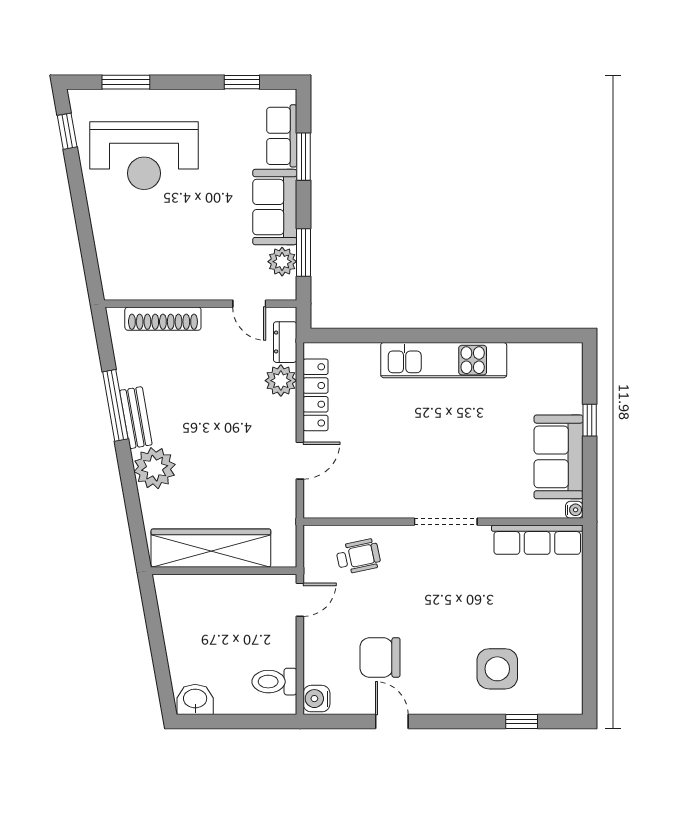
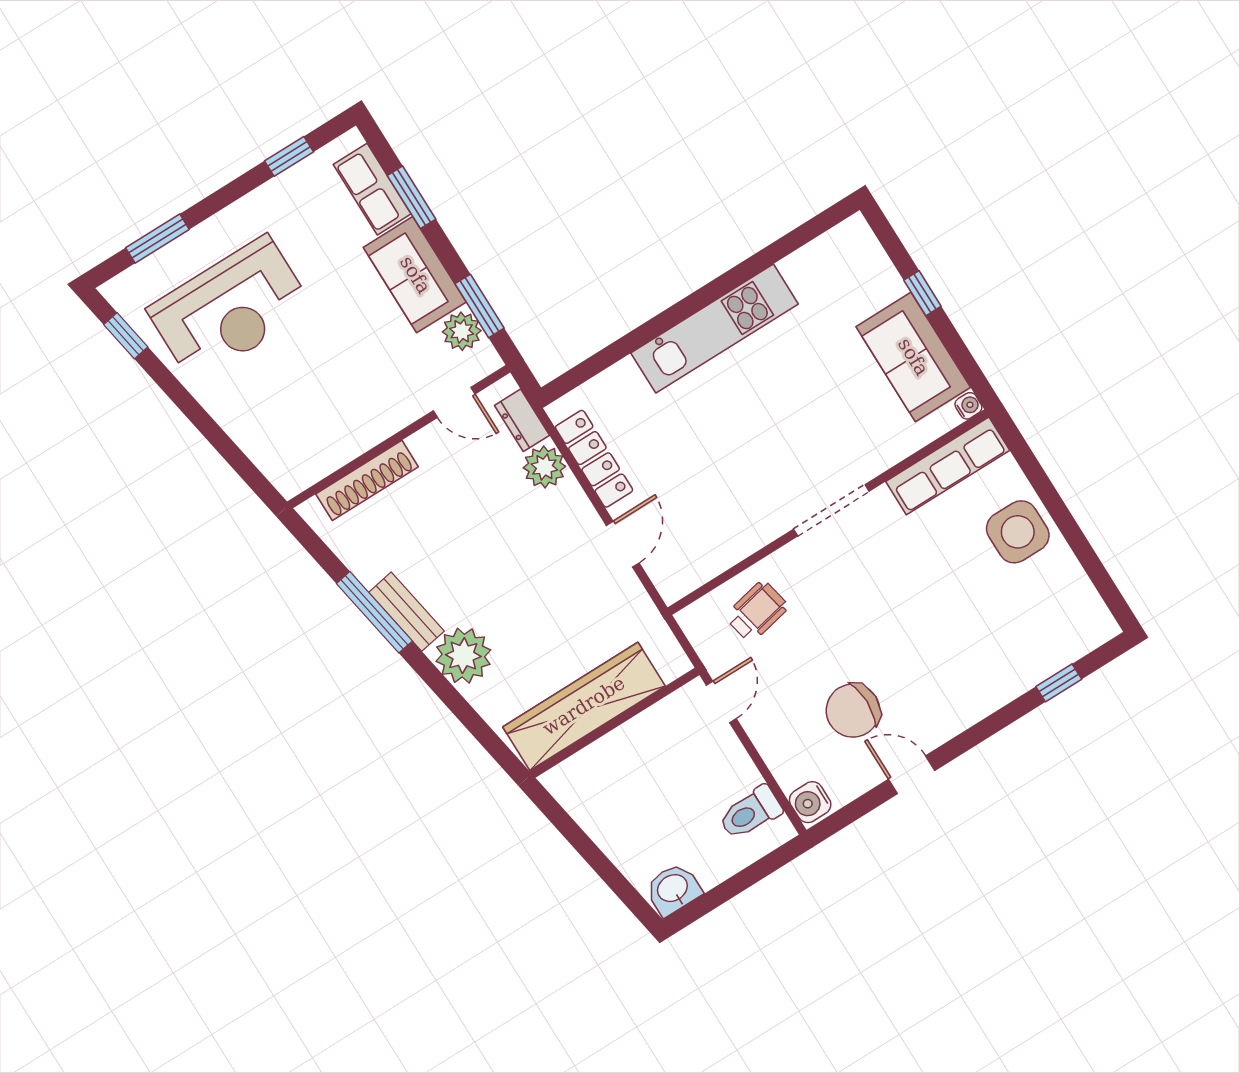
side table: (497, 669) -> (1018, 532), moved

